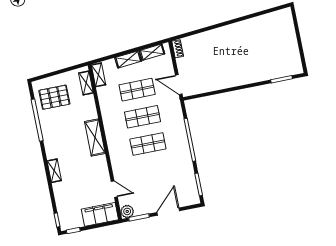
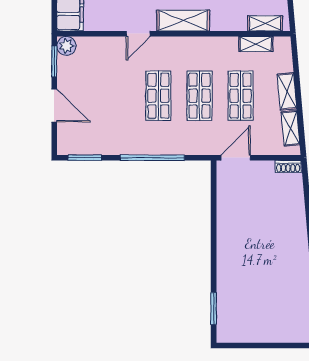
shelving: (99, 75) -> (256, 44), moved
door: (114, 189) -> (138, 34), moved

